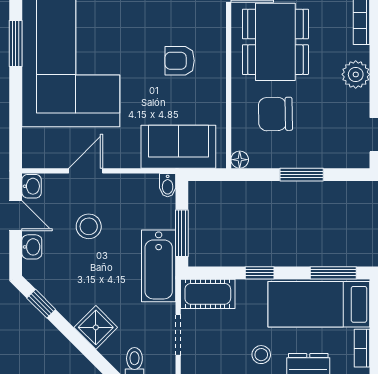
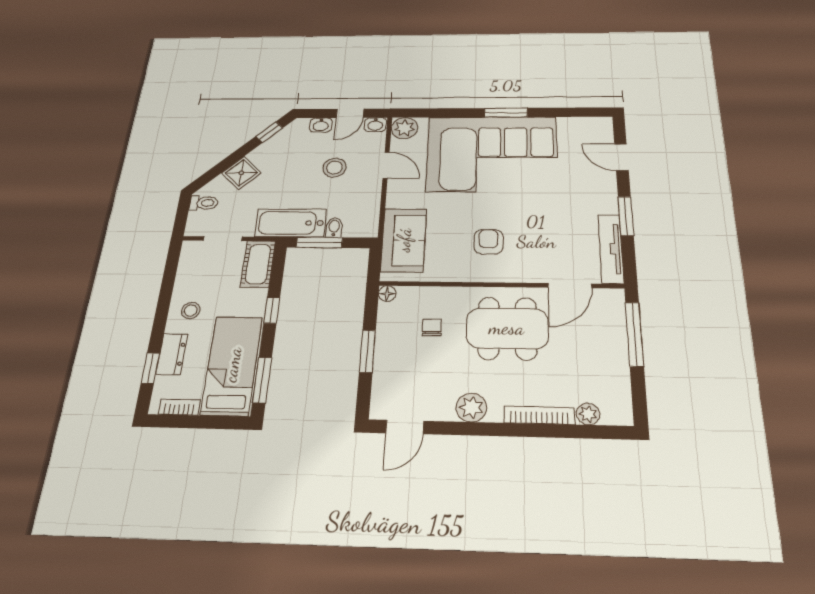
chair: (275, 114) -> (432, 327), width x0.54, depth x0.54
plant: (36, 154) -> (404, 128), added
bidet: (168, 185) -> (334, 227), moved, turned 90

